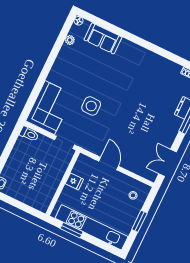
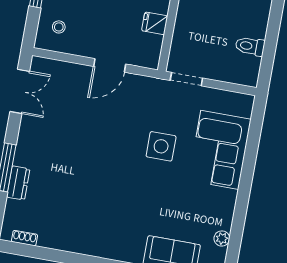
corner sofa: (50, 108) -> (220, 150), moved
toilet: (29, 134) -> (250, 46), moved
door: (109, 164) -> (110, 65), hinge flipped

